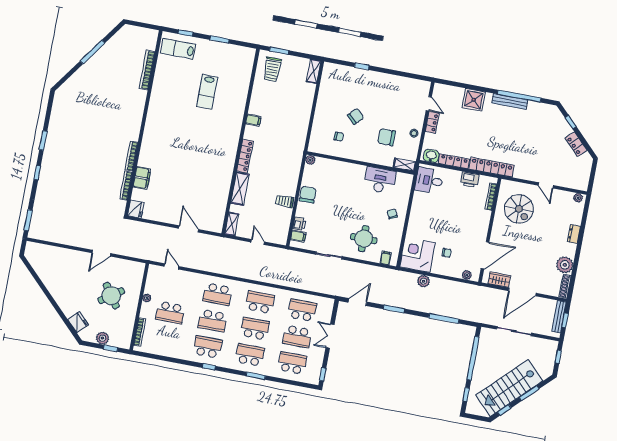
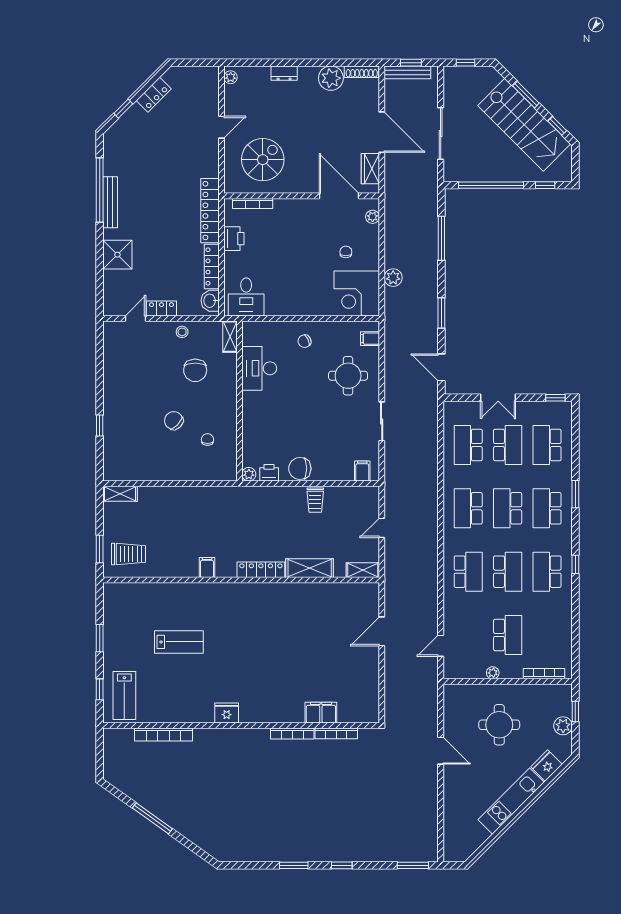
fridge: (136, 209) -> (227, 713), moved
printer: (299, 224) -> (269, 473), moved
kitchen unit: (59, 294) -> (511, 801), added
round table: (111, 296) -> (499, 725), turned 35

